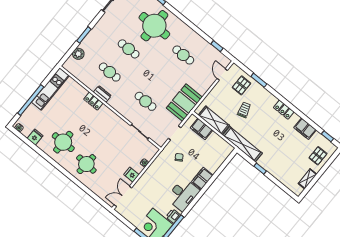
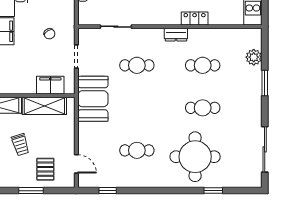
dresser: (102, 94) -> (176, 35), moved

